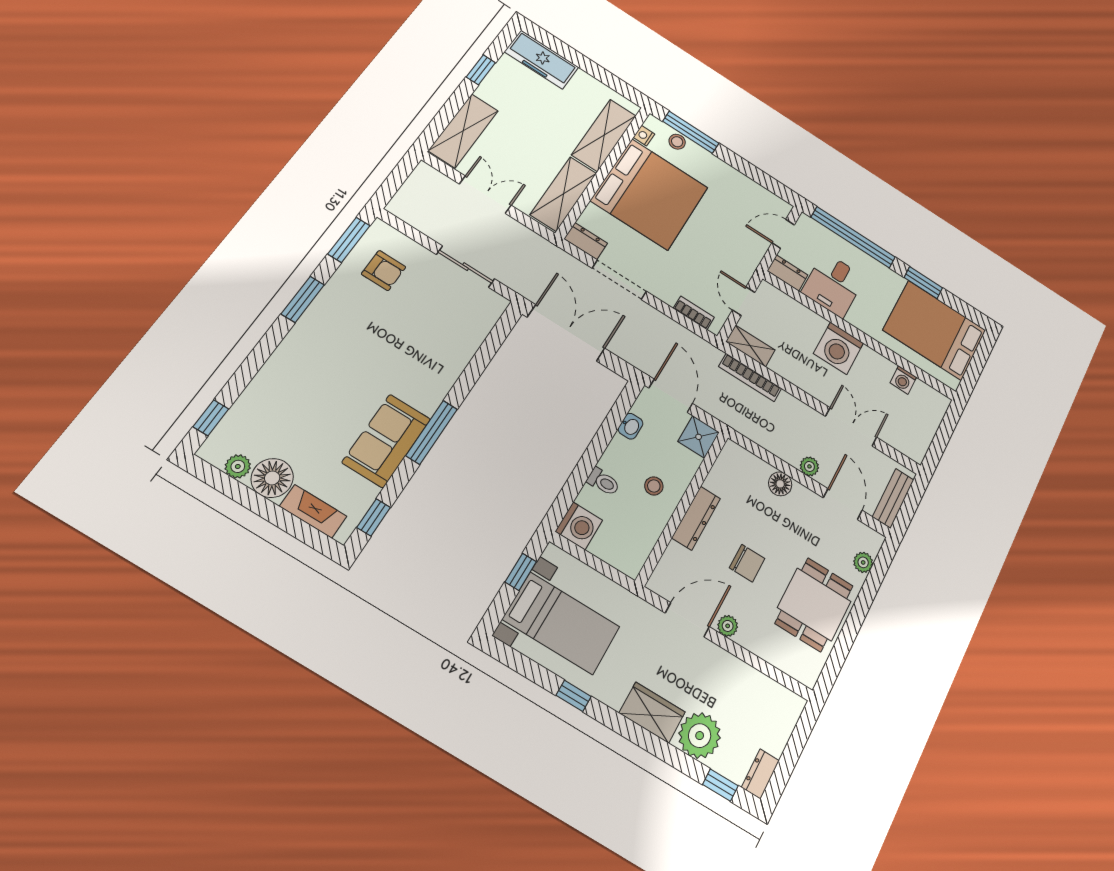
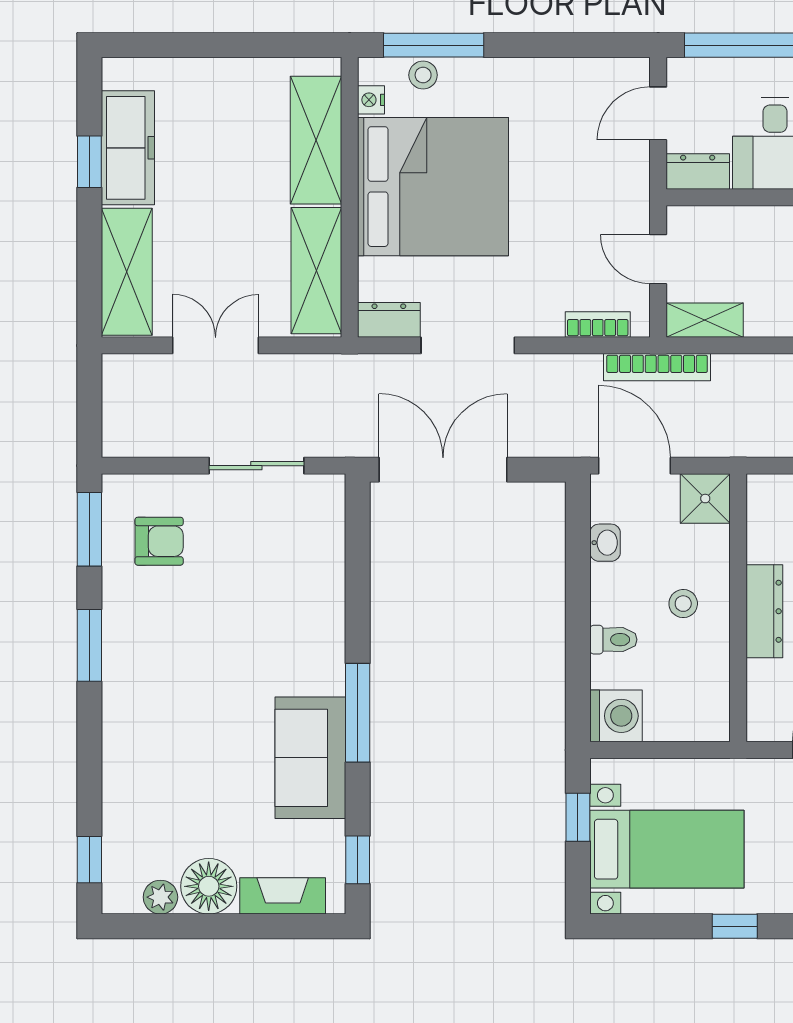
freezer: (542, 60) -> (128, 148), moved, turned -90
bookcase: (750, 377) -> (657, 367), moved

